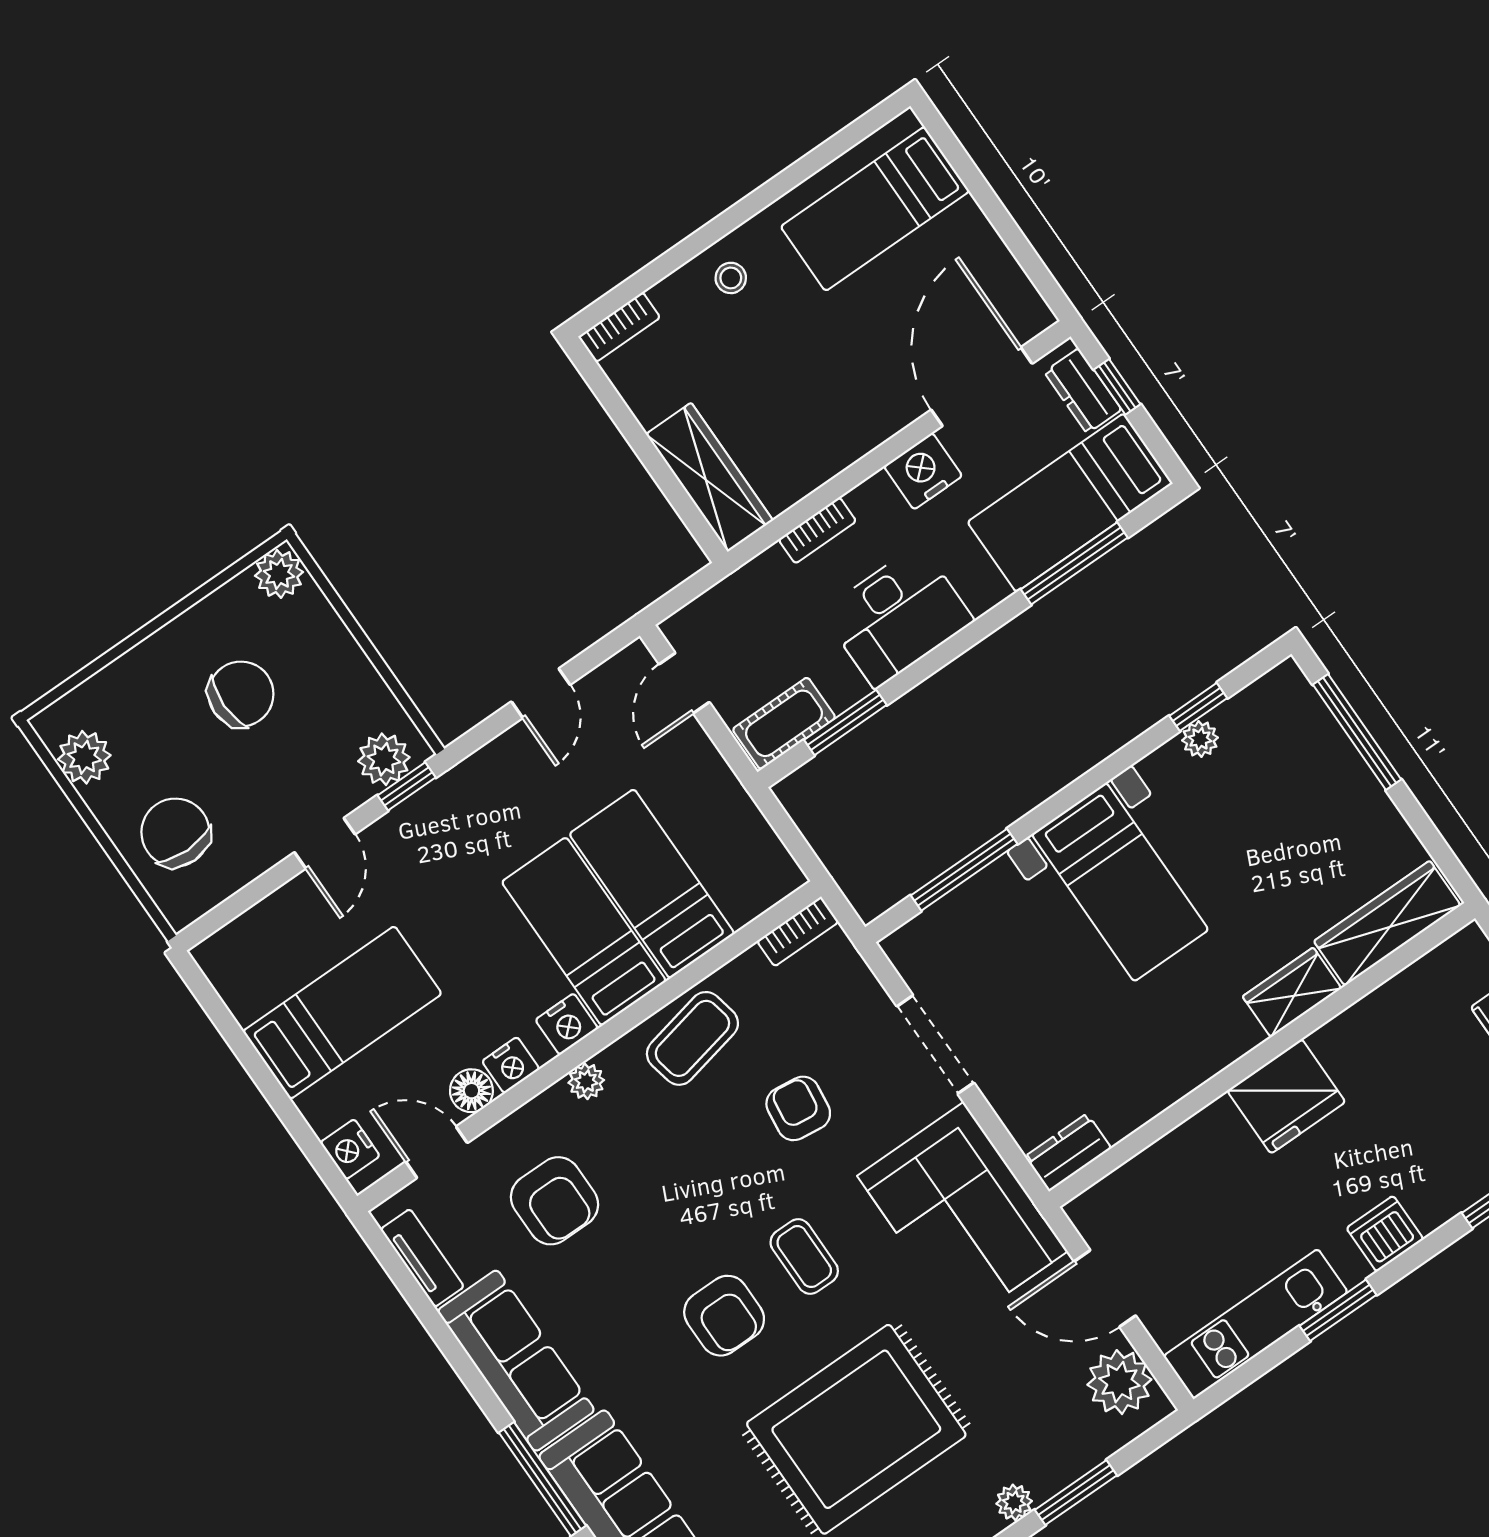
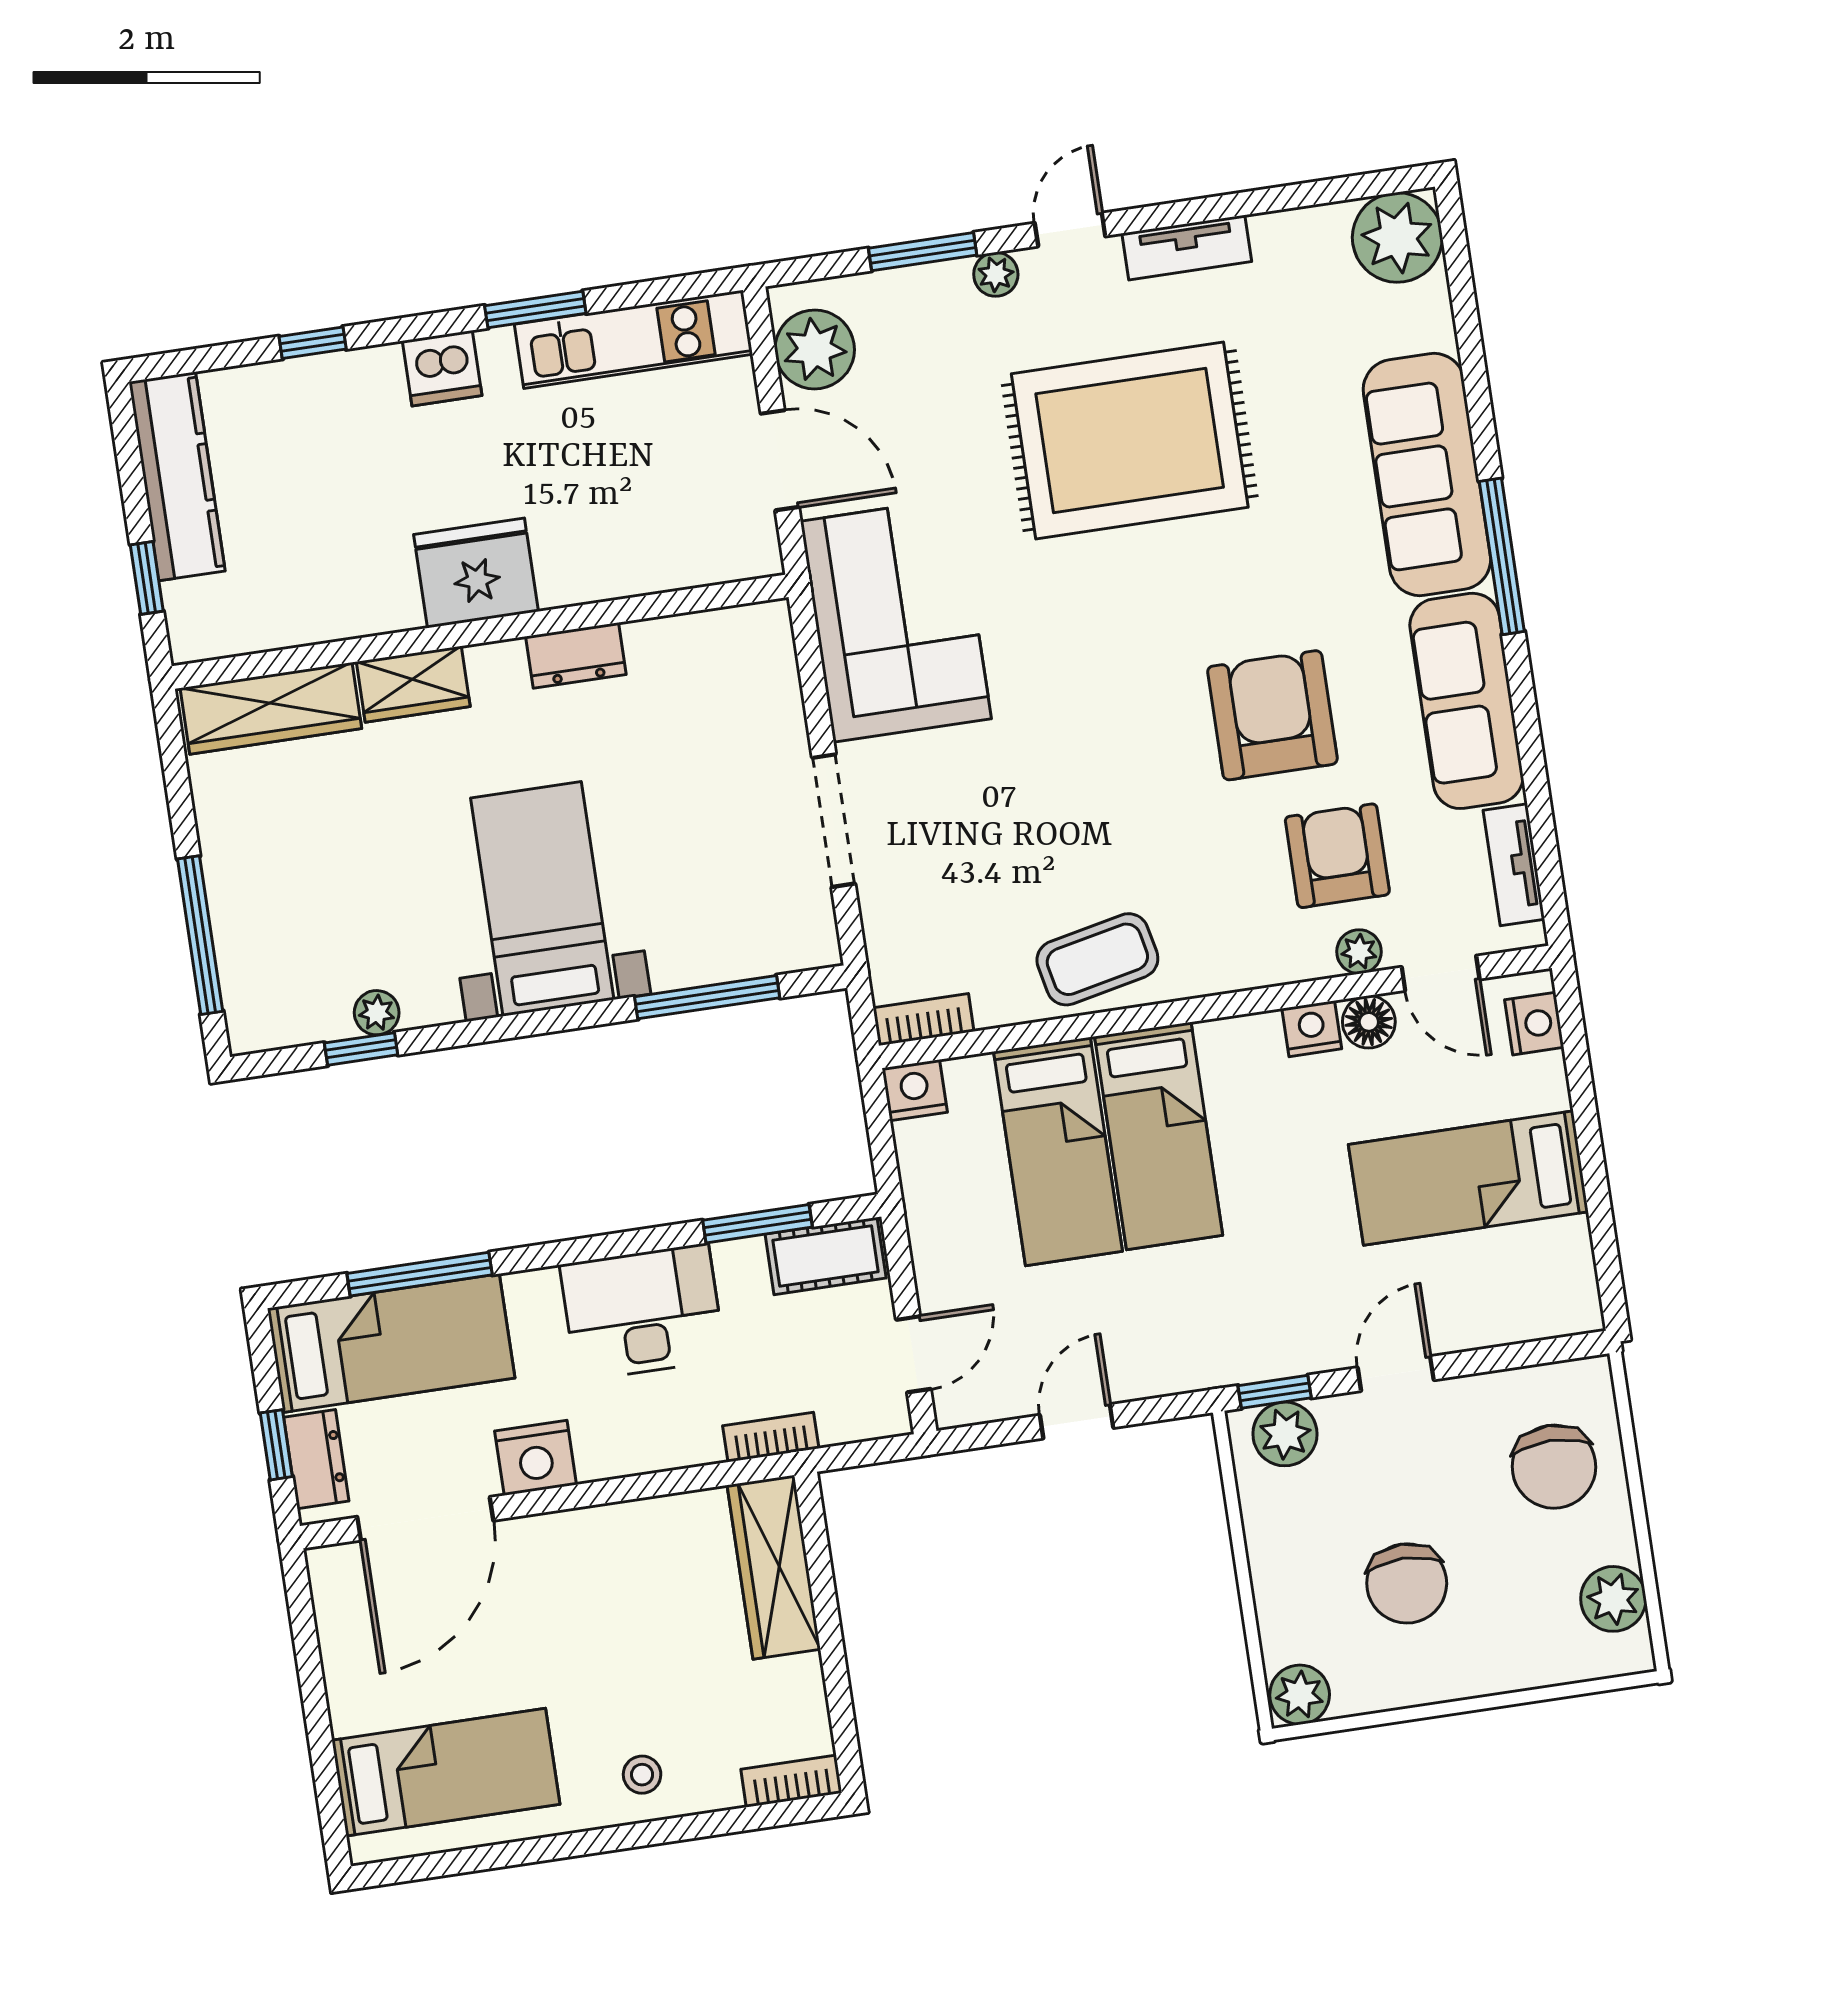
bookcase: (817, 530) -> (771, 1437), moved
chair: (241, 694) -> (1407, 1583), turned -90
nightstand: (567, 1024) -> (915, 1090), moved
plant: (586, 1081) -> (1359, 952), moved
armchair: (798, 1108) -> (1019, 825), removed
dresser: (1068, 1152) -> (576, 655), moved
coffee table: (804, 1257) -> (1093, 659), removed
armchair: (724, 1316) -> (1272, 715), moved, width x1.36, depth x1.36

